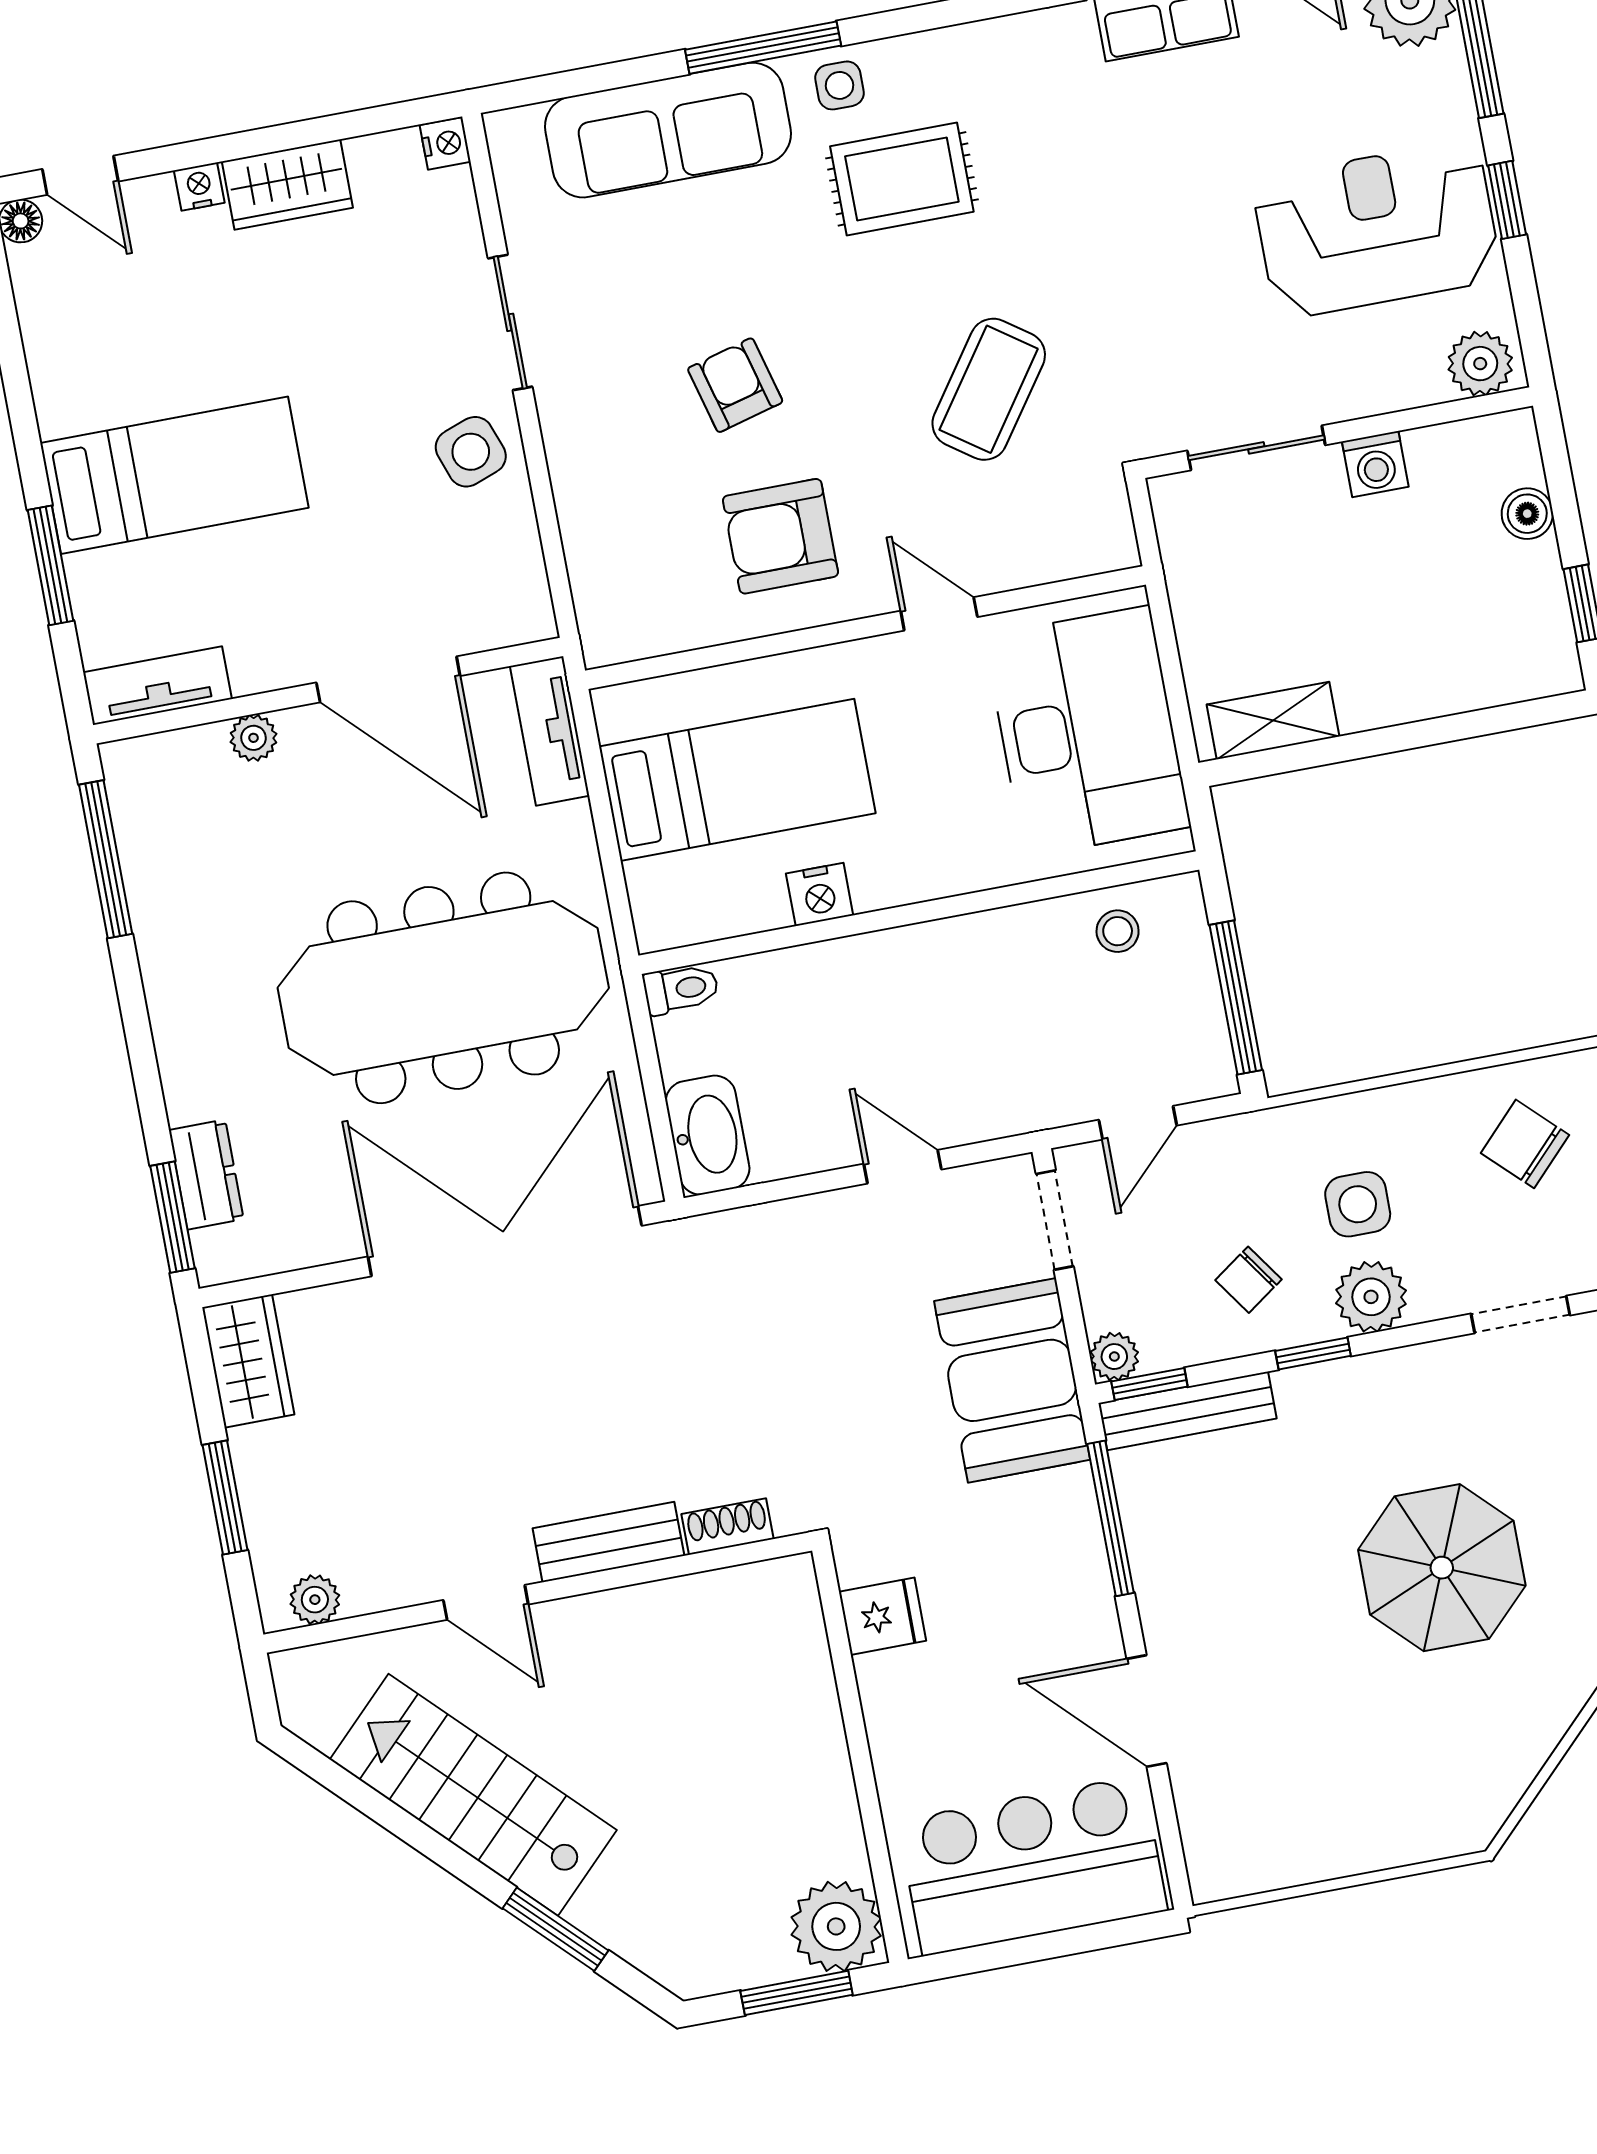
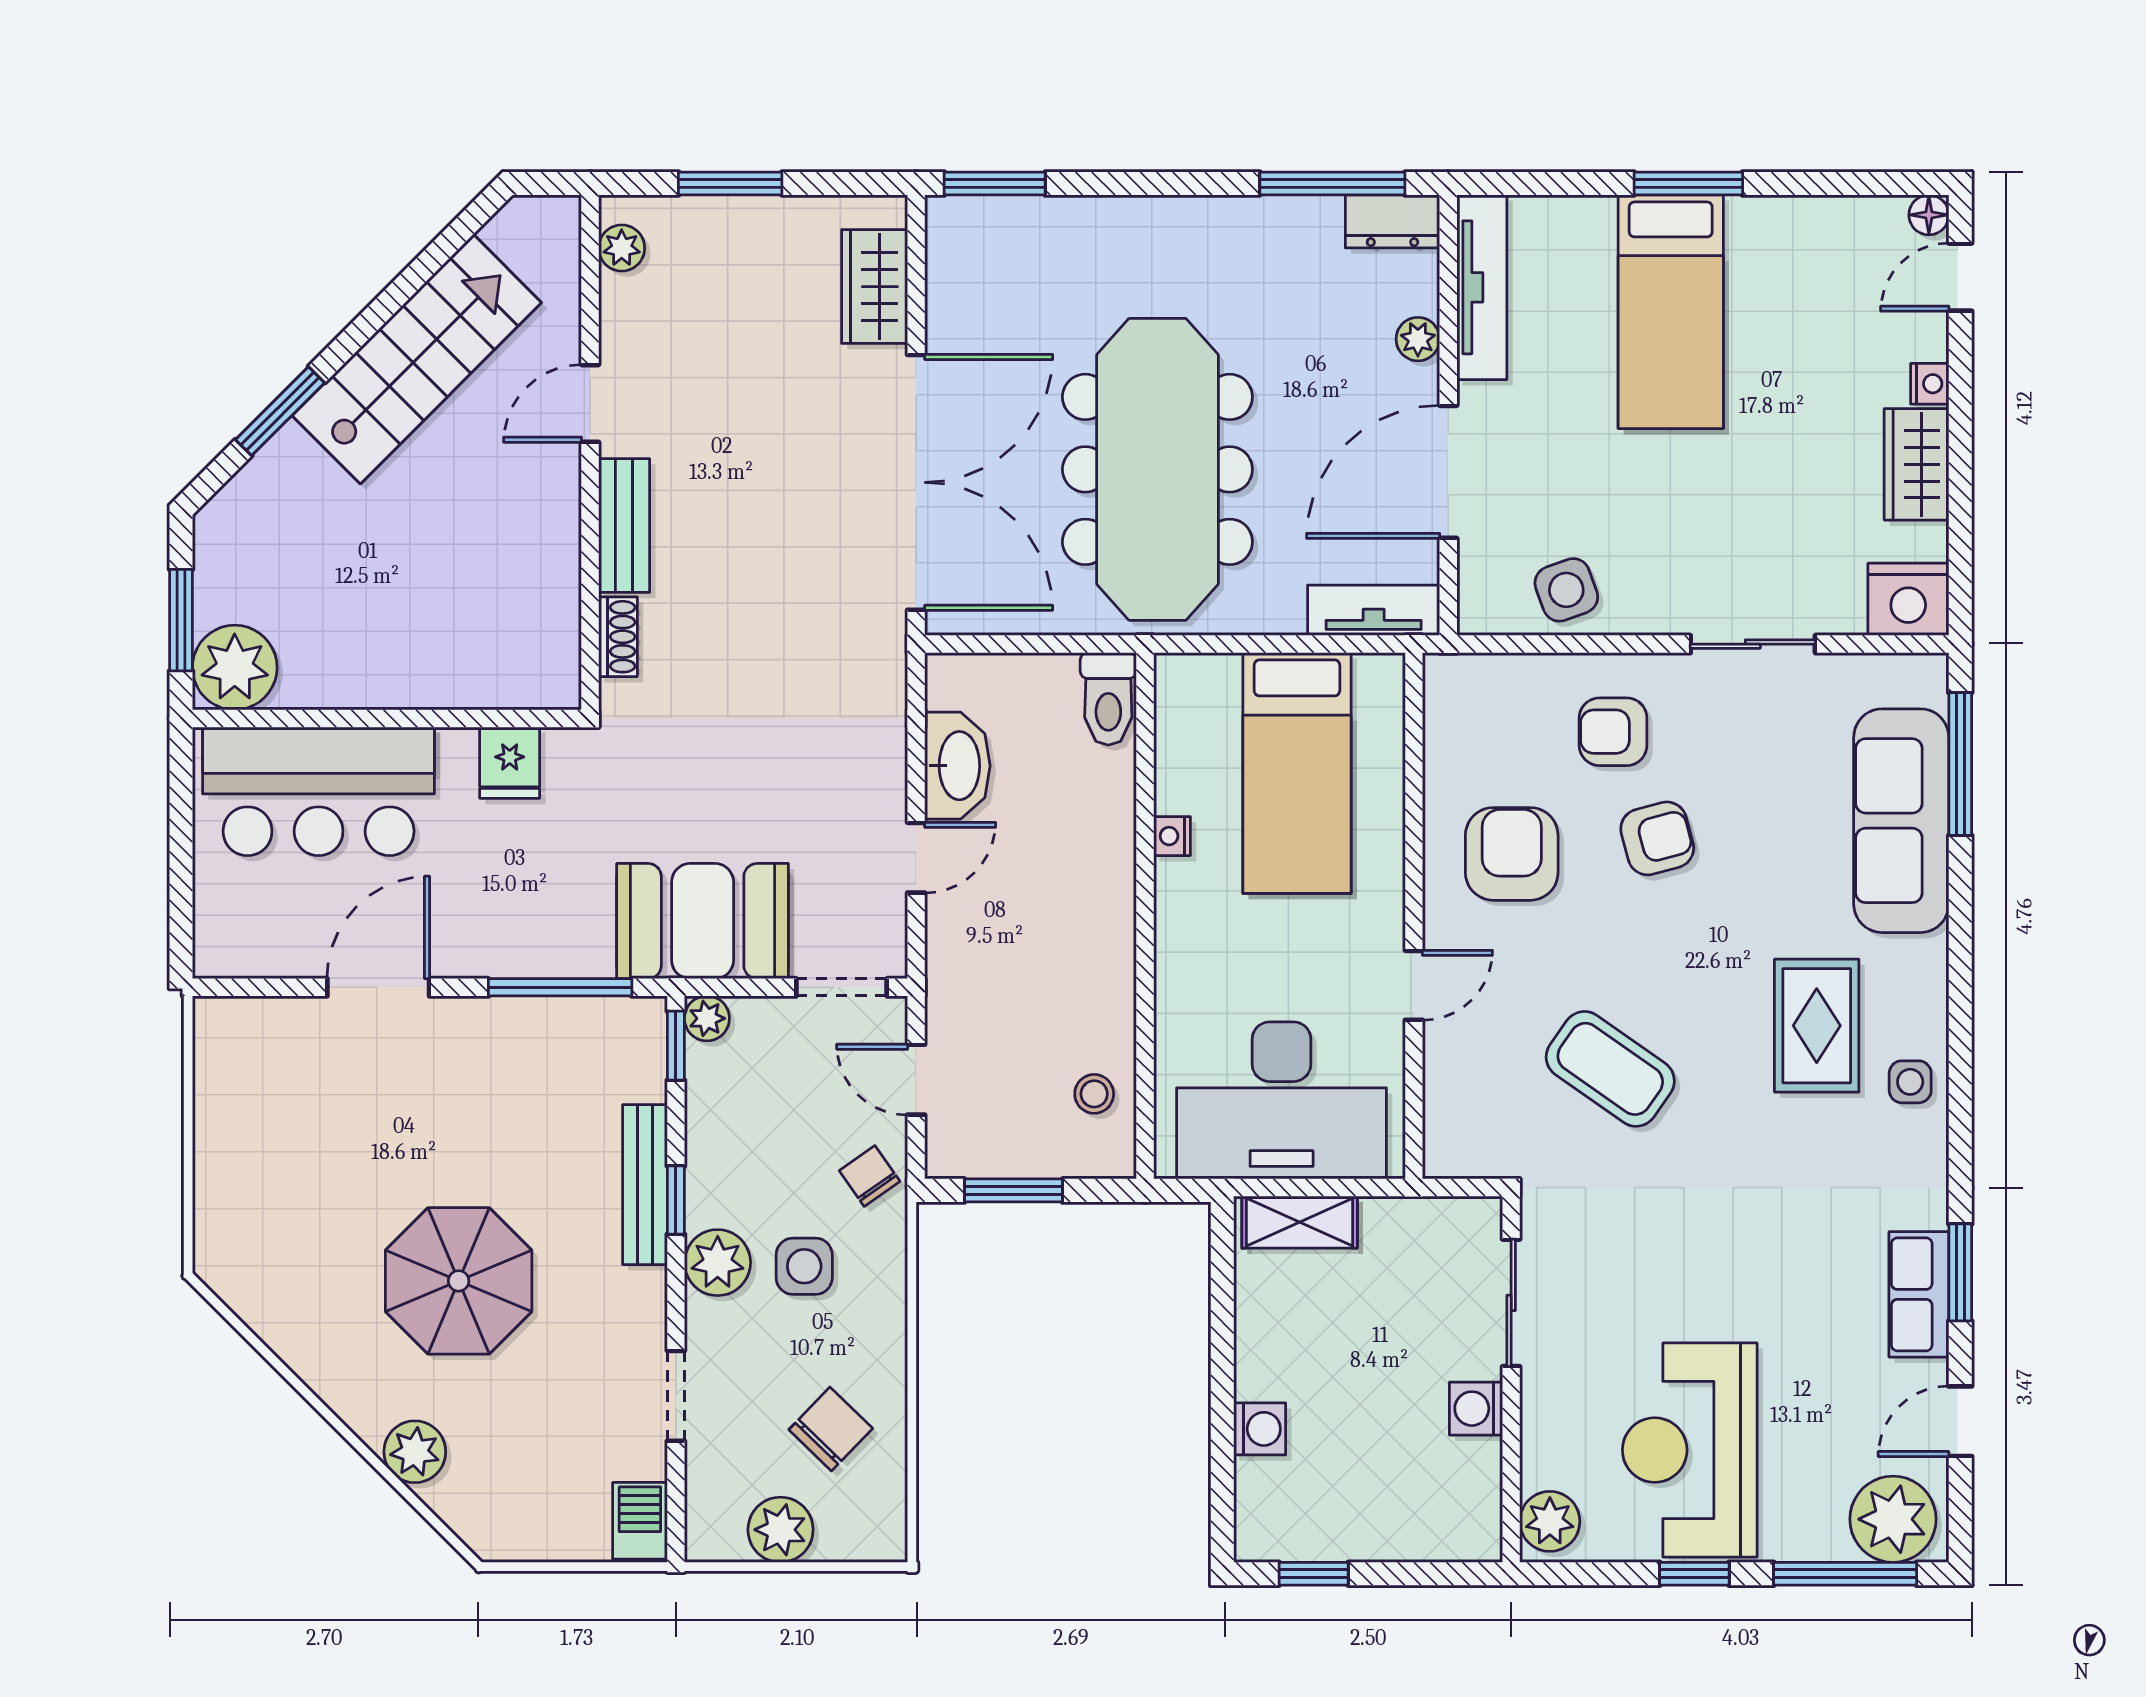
window: (763, 48) -> (1960, 764), moved
side table: (840, 85) -> (1910, 1082), moved
nightstand: (445, 143) -> (1908, 599), width x1.89, depth x1.79
reception desk: (1377, 229) -> (1690, 1450), turned 180
side table: (471, 452) -> (1566, 590), moved
armchair: (631, 453) -> (1613, 732), added
boiler: (1527, 514) -> (1405, 1539), removed
window: (51, 565) -> (1688, 183), moved
tv unit: (157, 686) -> (1482, 287), width x1.41
washing machine: (1440, 689) -> (1260, 1429), added
shelving: (1273, 721) -> (1300, 1222), moved, turned 90
nightstand: (820, 894) -> (1172, 836), width x0.72, depth x0.74
toilet: (681, 989) -> (1108, 699), width x1.37, depth x1.39
window: (1236, 997) -> (1014, 1190), width x0.69
washbasin: (708, 1135) -> (957, 766), moved, turned -90
dresser: (206, 1175) -> (1392, 221), moved
chair: (1248, 1280) -> (870, 1176), moved
wardrobe: (248, 1361) -> (875, 287), moved, turned 90
bench: (1188, 1411) -> (645, 1185), moved
bar counter: (1033, 1866) -> (319, 791), moved, turned 90

